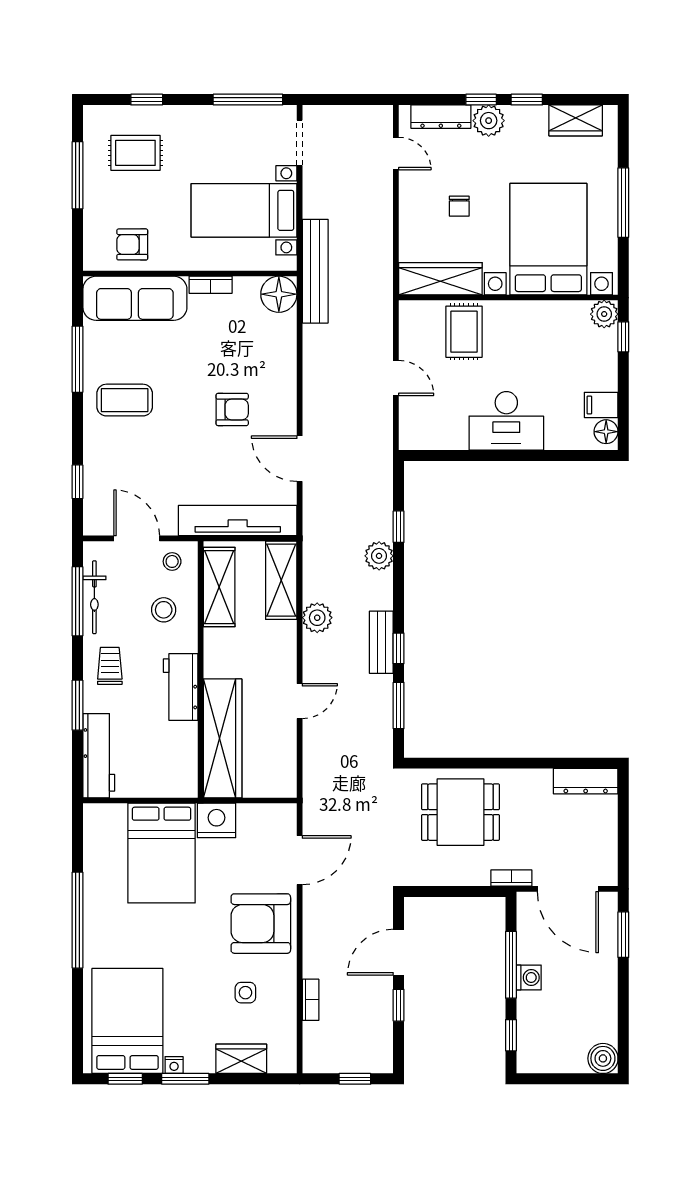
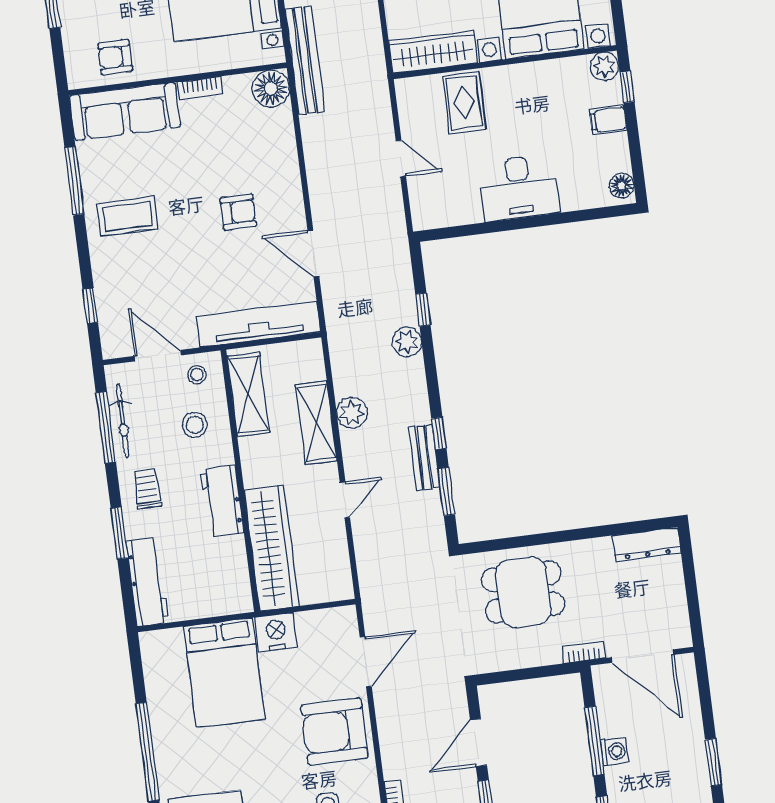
filing cabinet: (601, 405) -> (608, 120), moved
shelving: (281, 580) -> (316, 423), moved
bench: (381, 642) -> (424, 457), moved
window: (623, 935) -> (713, 762), moved

